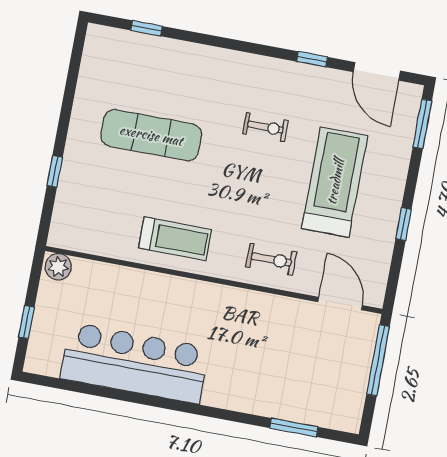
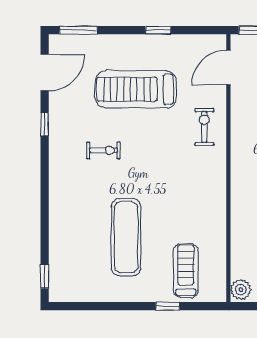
window: (146, 28) -> (45, 276), moved
exercise bike: (265, 127) -> (103, 150), turned 90
treadmill: (175, 239) -> (186, 271), moved

